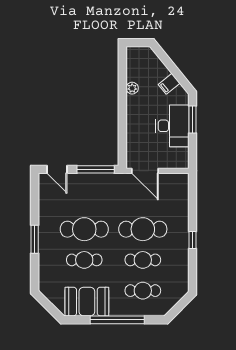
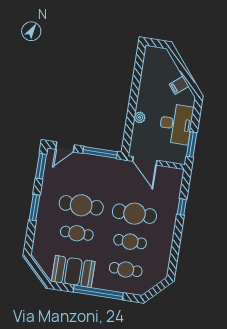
plant: (132, 88) -> (140, 117), moved
window: (193, 119) -> (192, 144), moved
door: (57, 169) -> (65, 147), hinge flipped
window: (35, 194) -> (41, 166), added
window: (193, 240) -> (182, 207), moved

